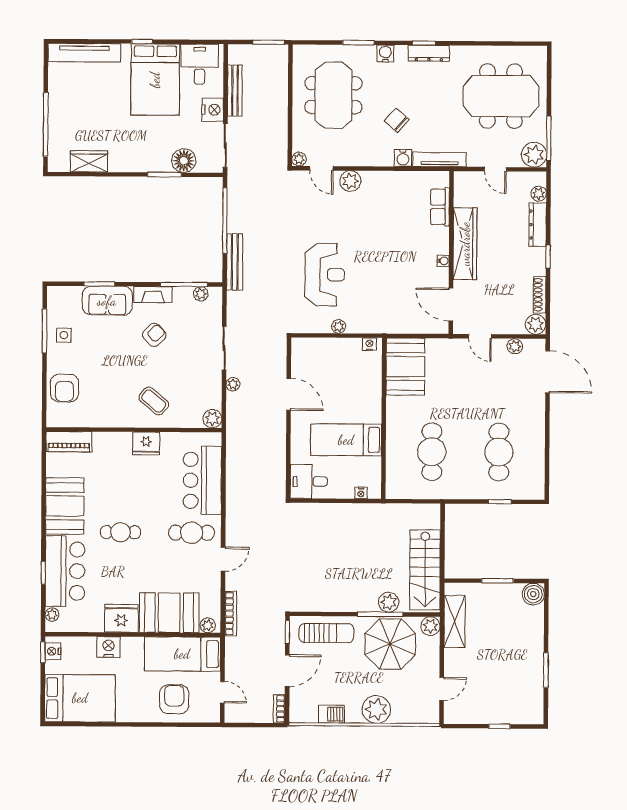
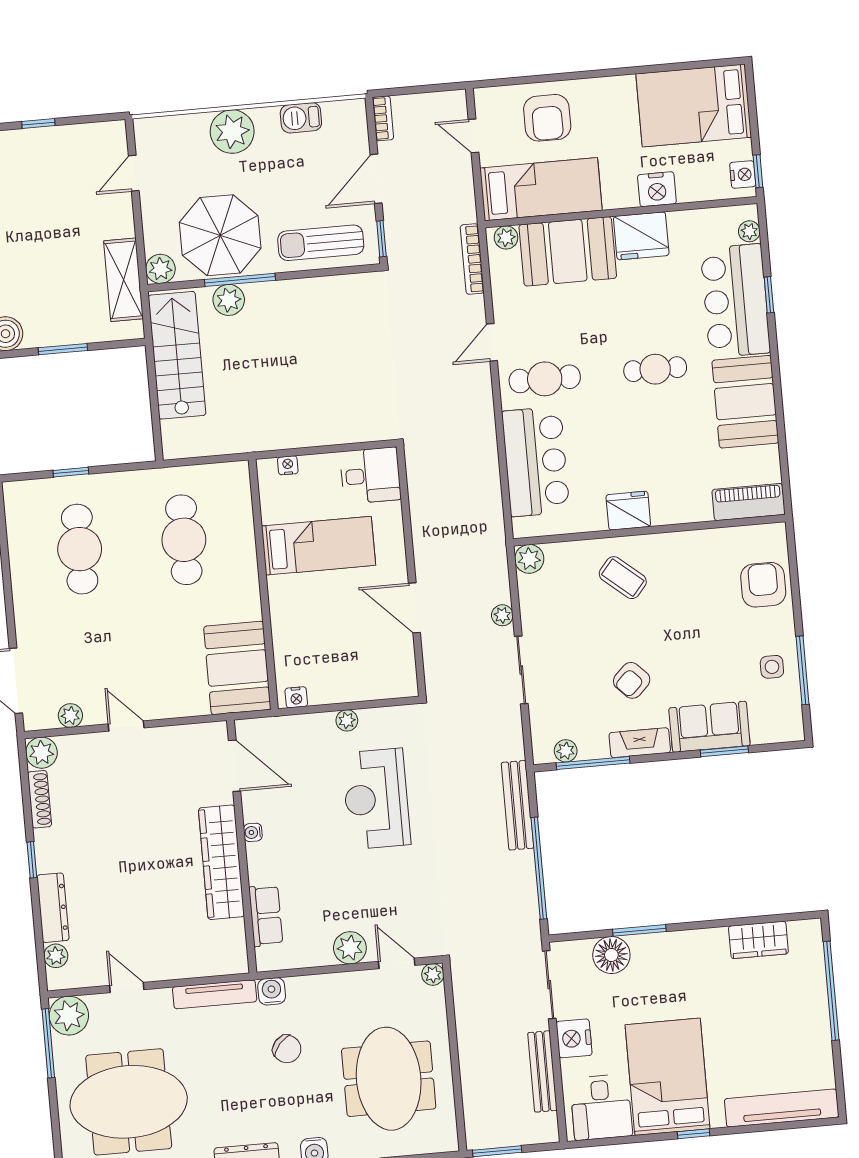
row of seats: (440, 207) -> (266, 916), moved
wardrobe: (465, 244) -> (221, 862), moved
wall: (451, 253) -> (242, 846), moved
water cooler: (443, 261) -> (253, 832), moved
door: (451, 305) -> (234, 766), moved

